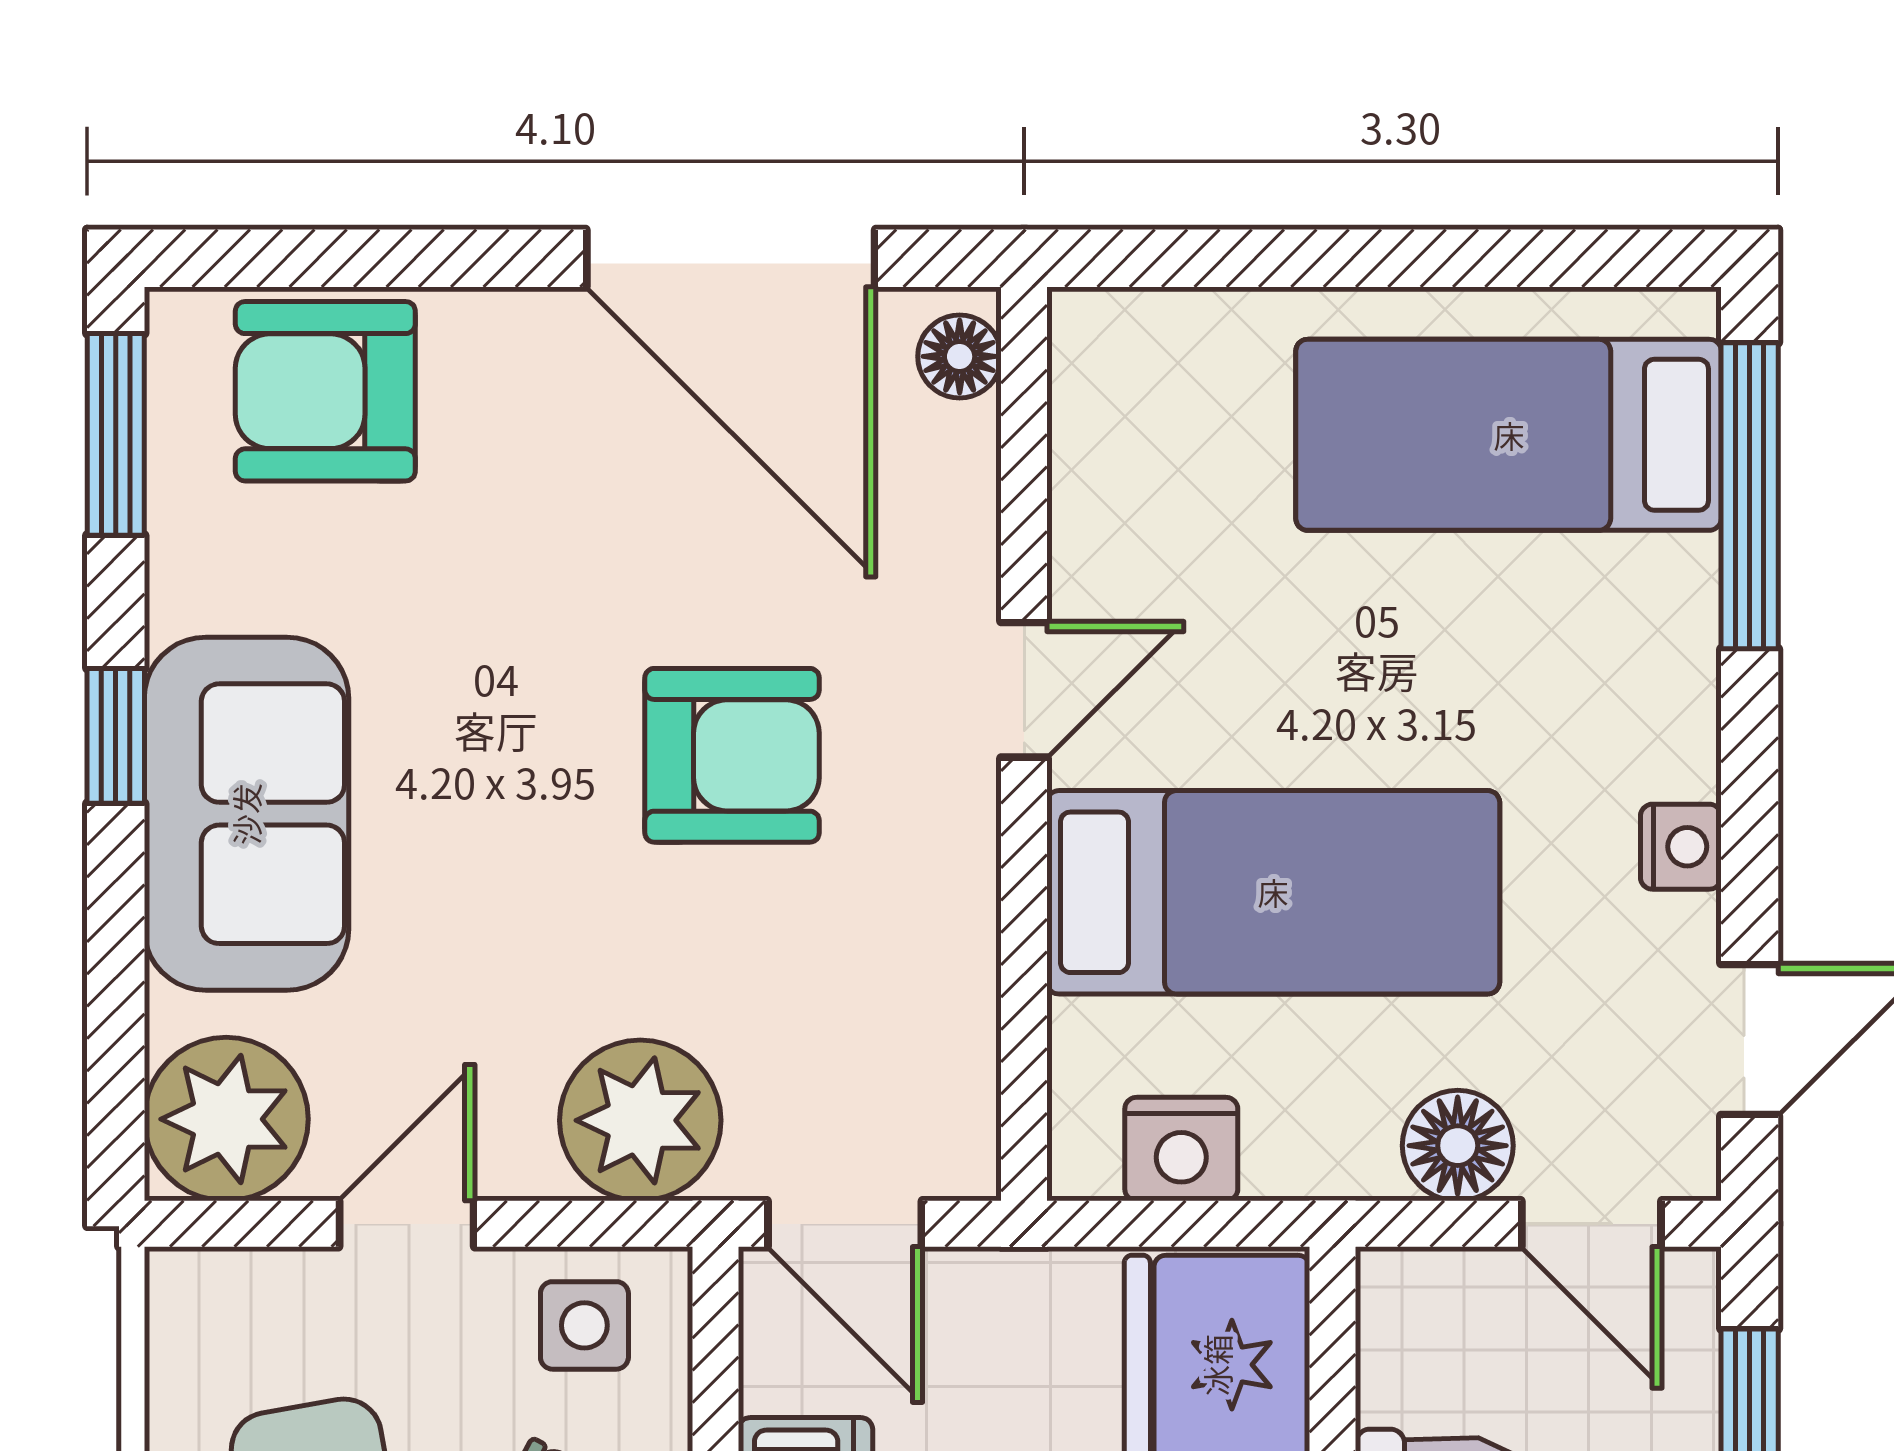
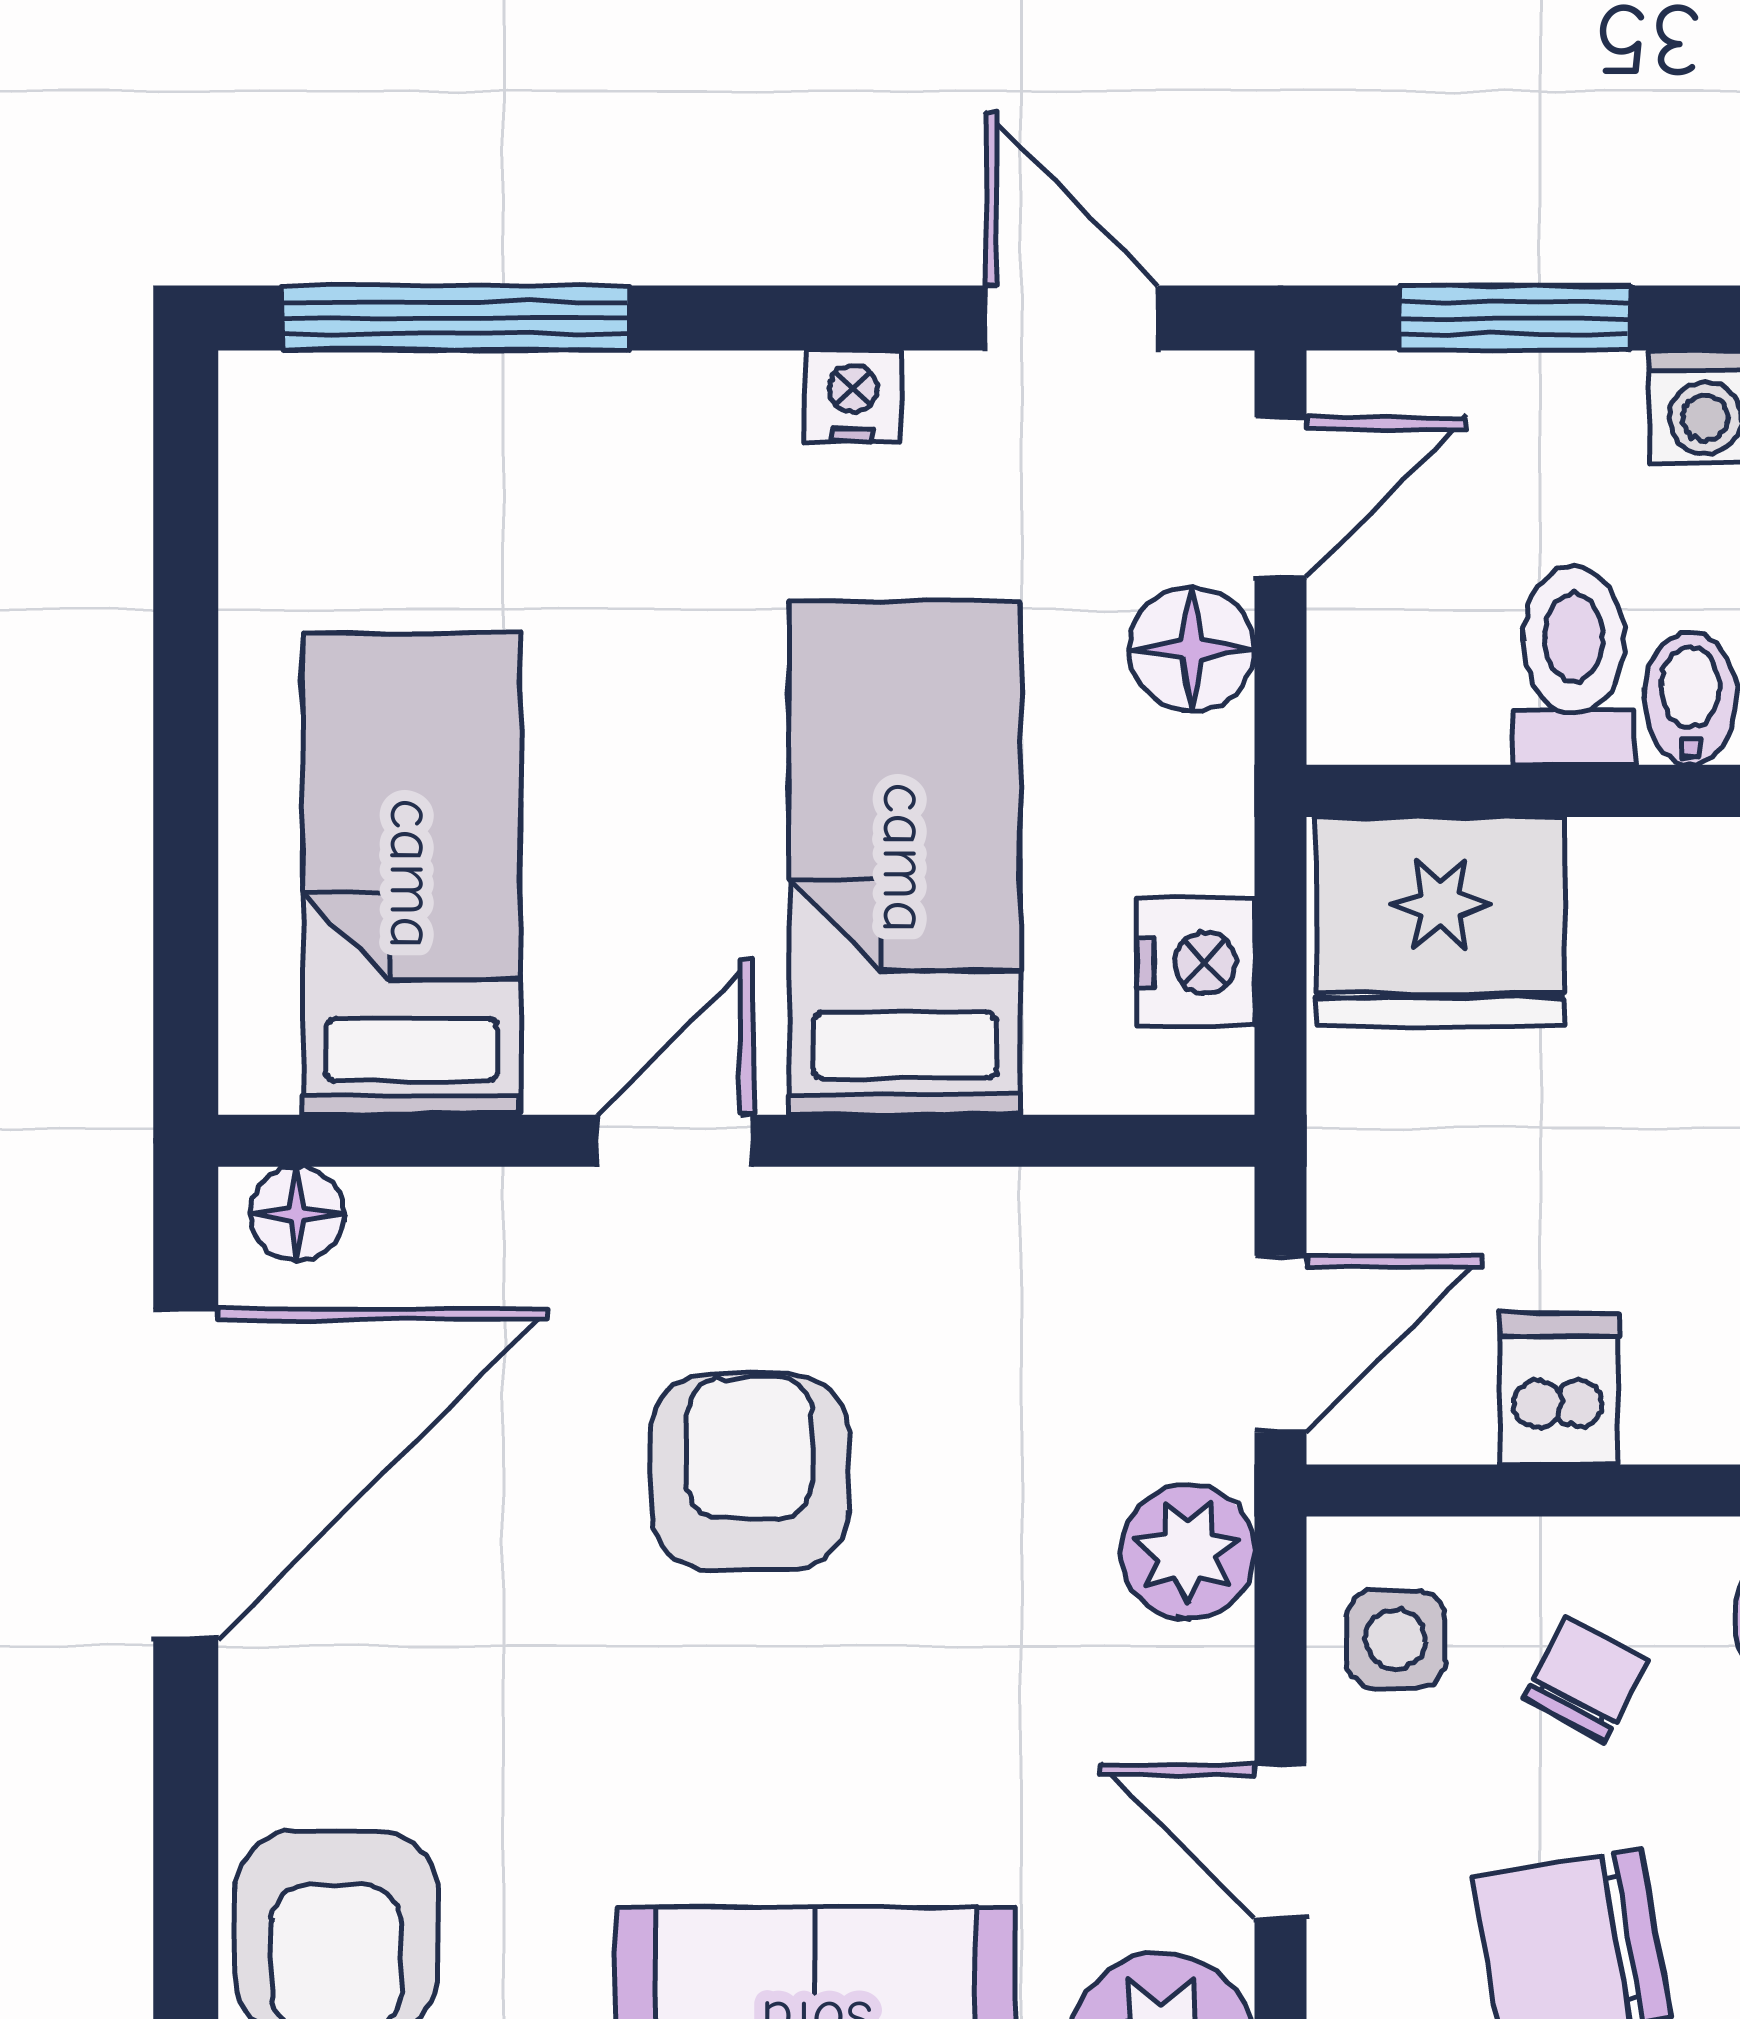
bed: (1509, 435) -> (412, 874), moved, turned 180
door: (1024, 690) -> (675, 1141), hinge flipped
plant: (640, 1120) -> (1188, 1552), width x0.73, depth x0.73

